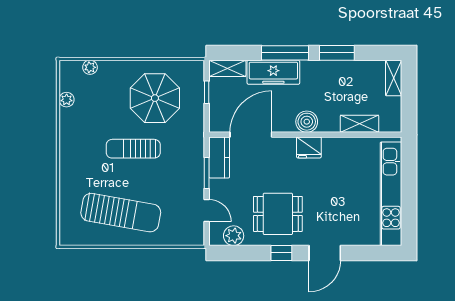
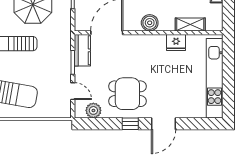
fridge: (309, 147) -> (176, 43), moved

